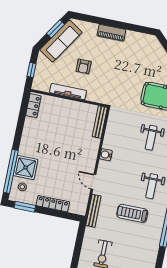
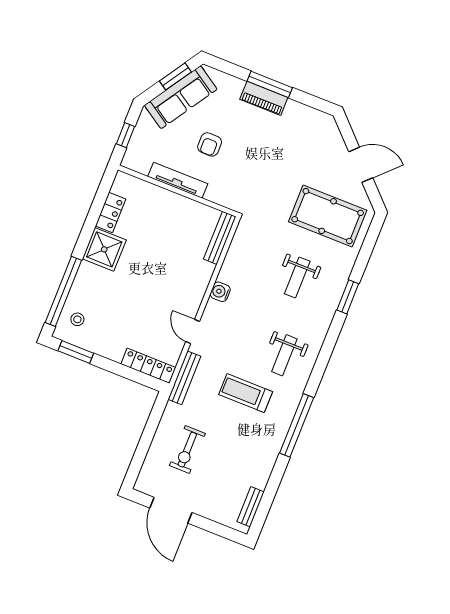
window: (114, 24) -> (270, 84), added
locker: (33, 106) -> (111, 212), moved
shower: (26, 167) -> (104, 249), moved
locker: (53, 204) -> (148, 366), moved

